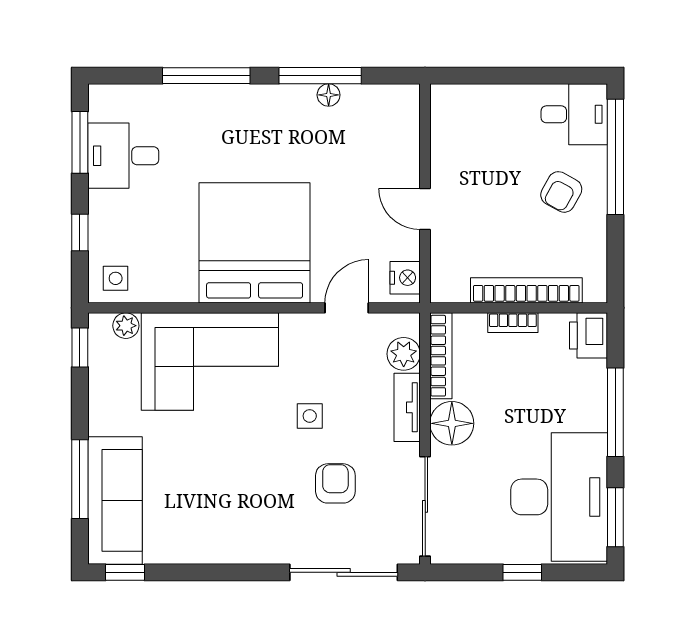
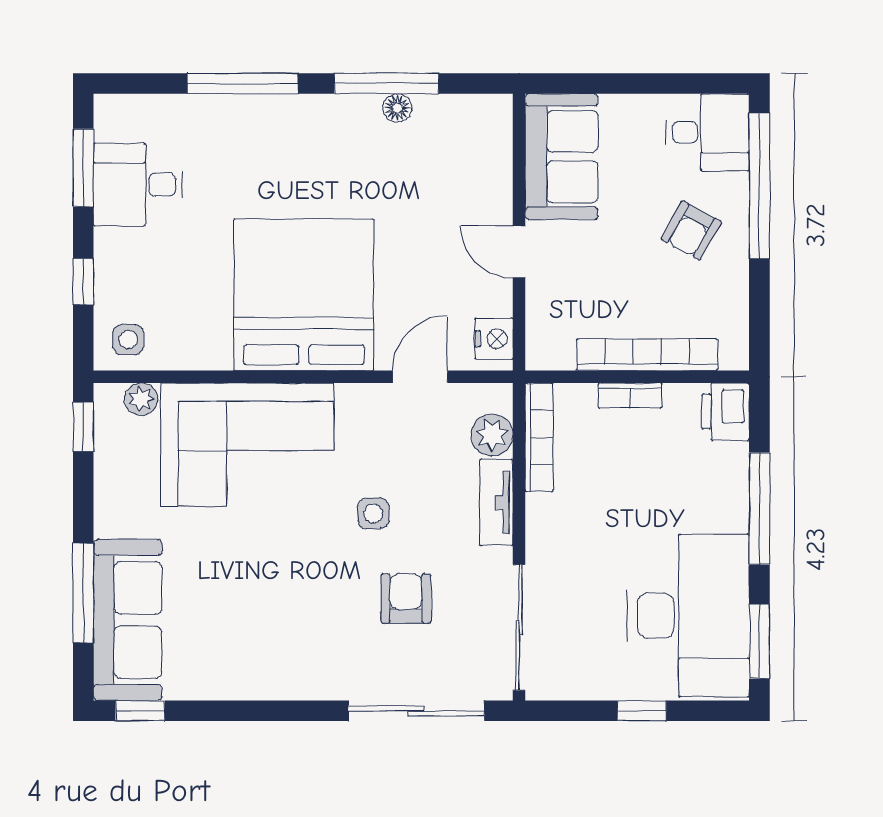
sofa: (459, 133) -> (562, 156), added
floor lamp: (452, 423) -> (553, 523), removed

